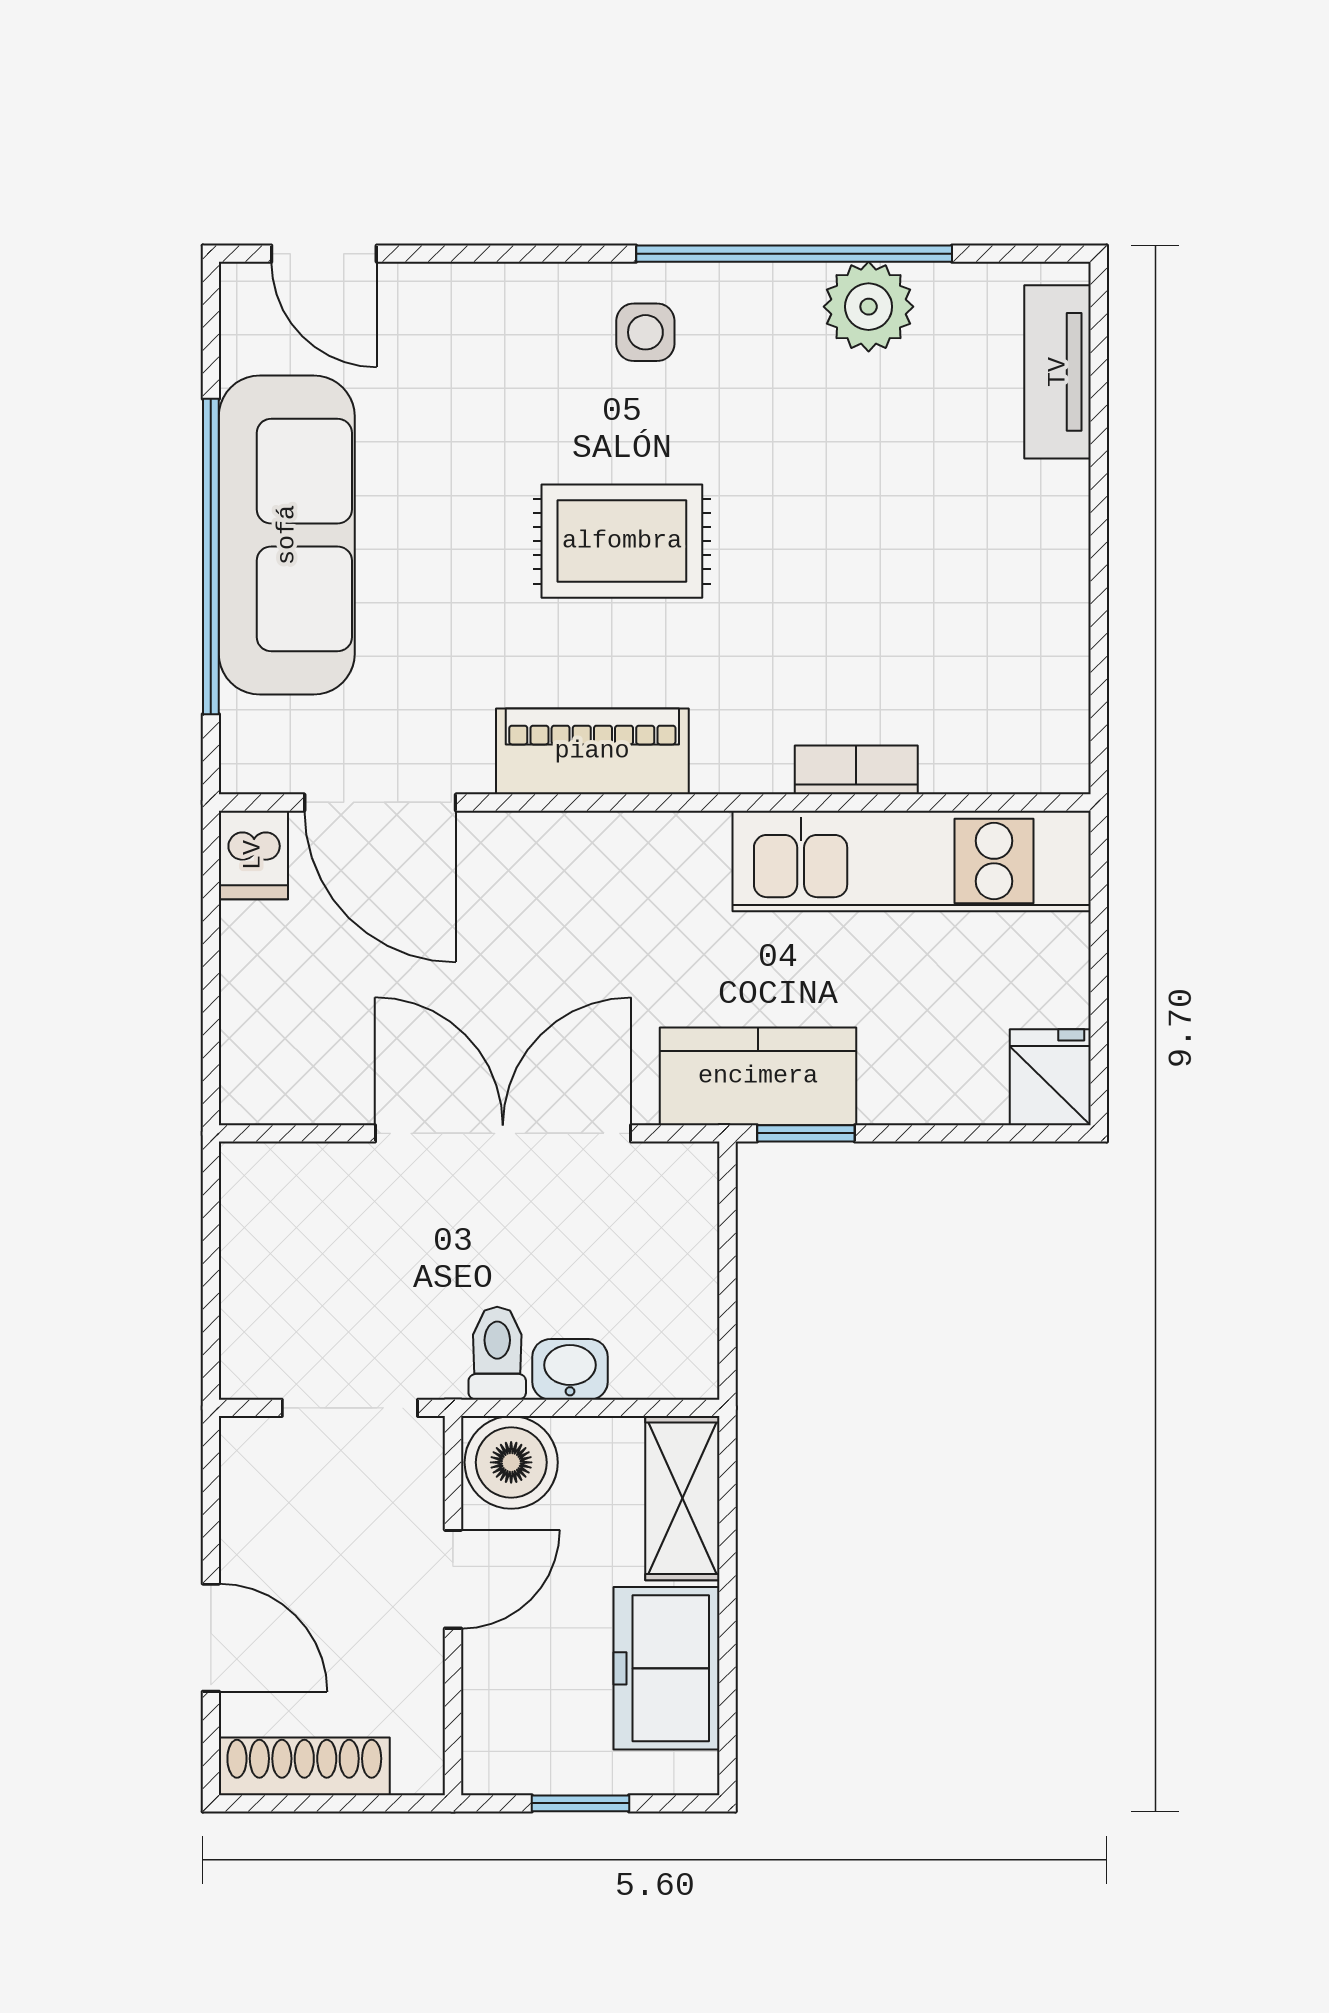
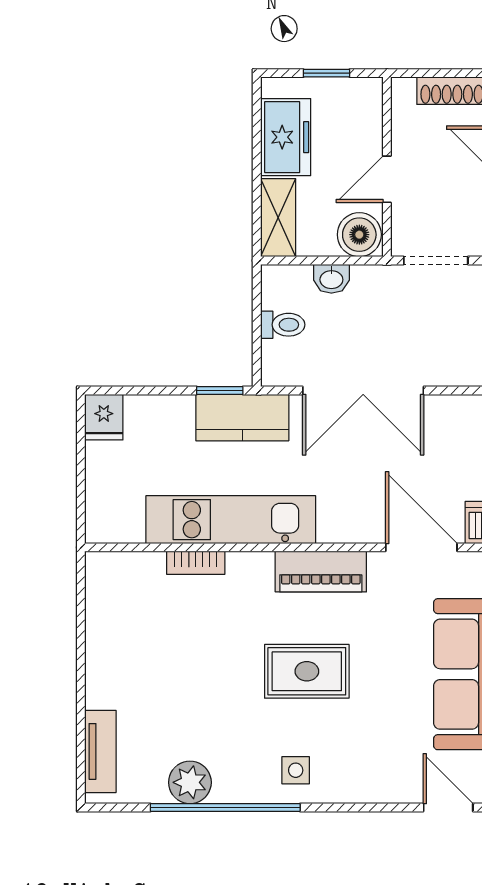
kitchen unit: (912, 861) -> (231, 520), moved
toilet: (497, 1353) -> (283, 325), moved, turned -90

